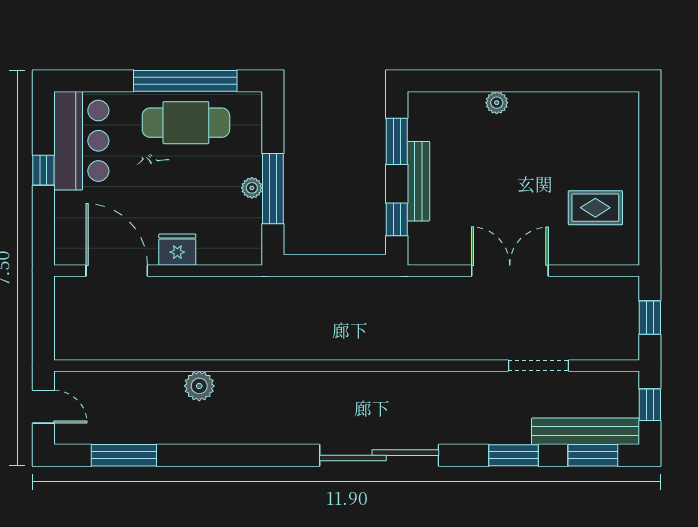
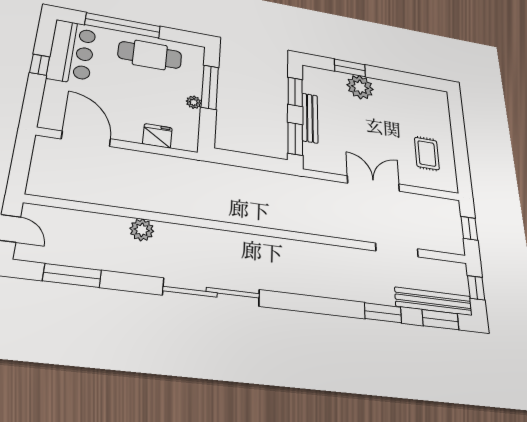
window: (185, 81) -> (123, 25), moved
window: (482, 81) -> (350, 68), added
plant: (497, 103) -> (360, 87), width x1.87, depth x1.87
window: (273, 189) -> (210, 87), moved
rug: (595, 208) -> (427, 153), turned 90
window: (397, 219) -> (295, 139), width x1.50
fridge: (177, 250) -> (157, 136), moved
sliding door: (379, 455) -> (212, 292), moved

